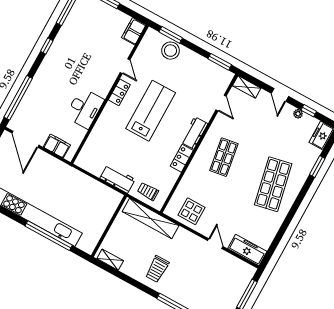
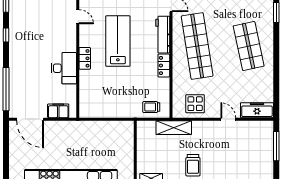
locker: (119, 92) -> (85, 58), moved
workbench: (194, 133) -> (163, 35), width x1.37
shop shelf: (224, 157) -> (197, 46), width x2.00, depth x1.36
workbench: (118, 179) -> (121, 110), removed
shelving: (151, 219) -> (174, 128), width x0.68

